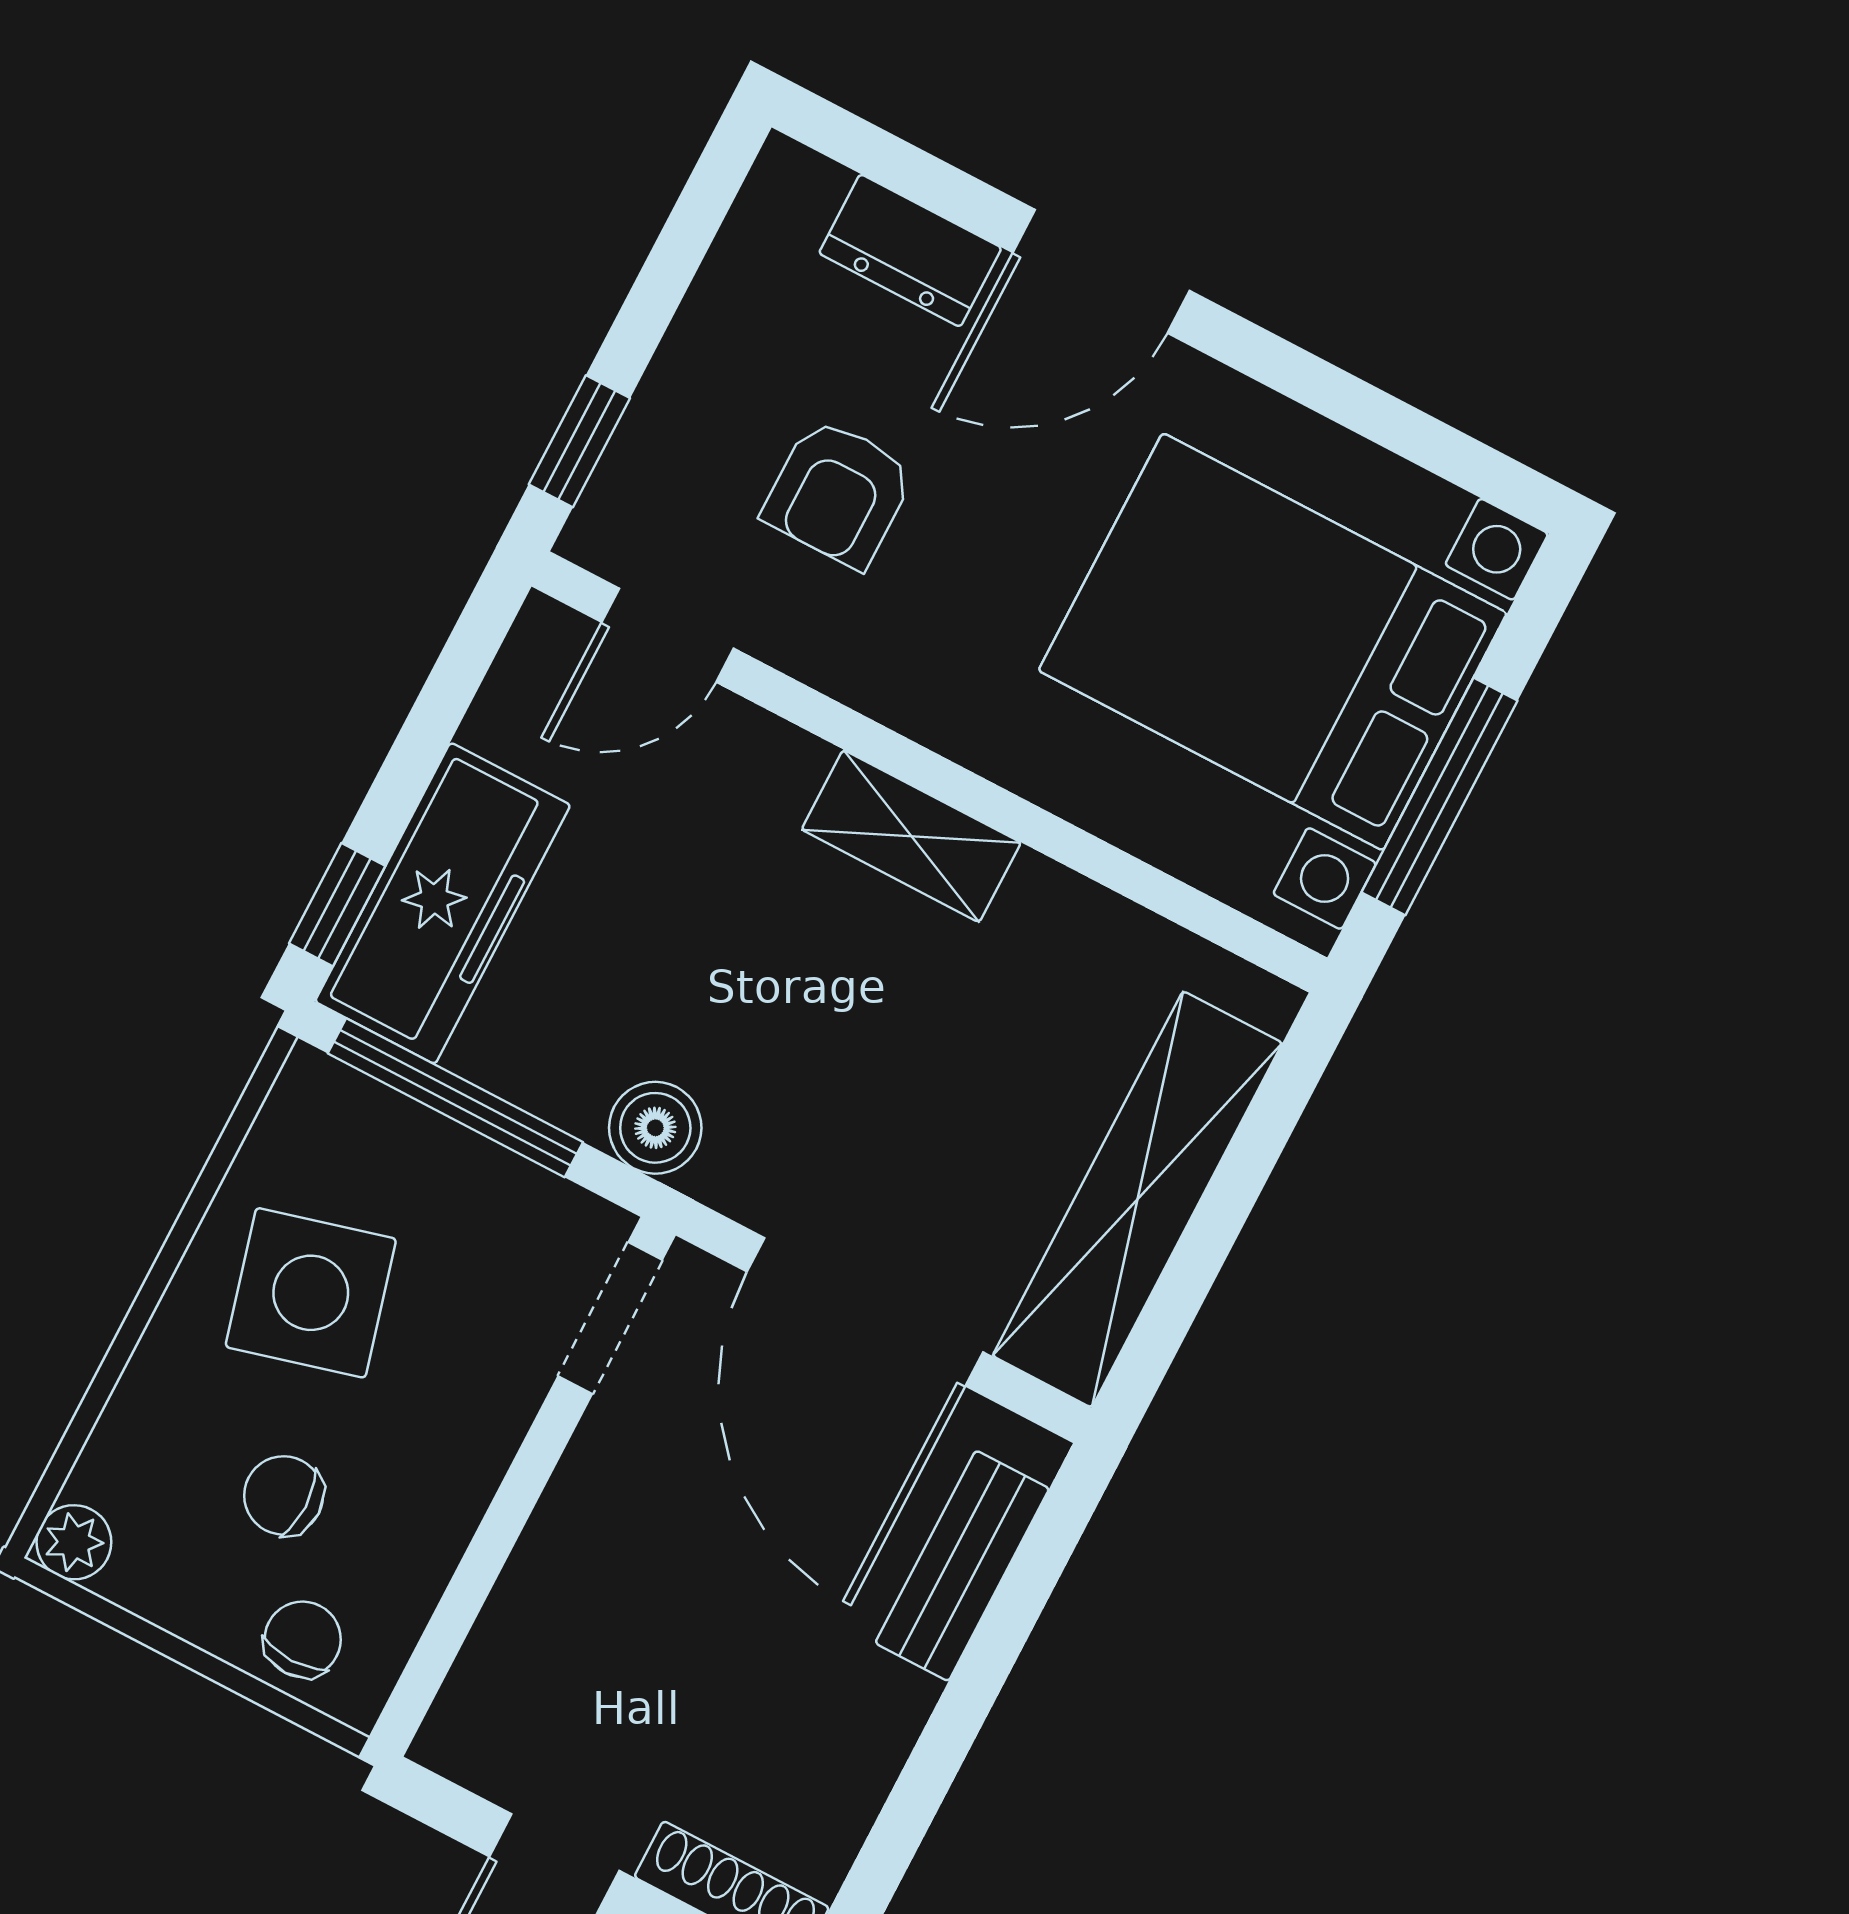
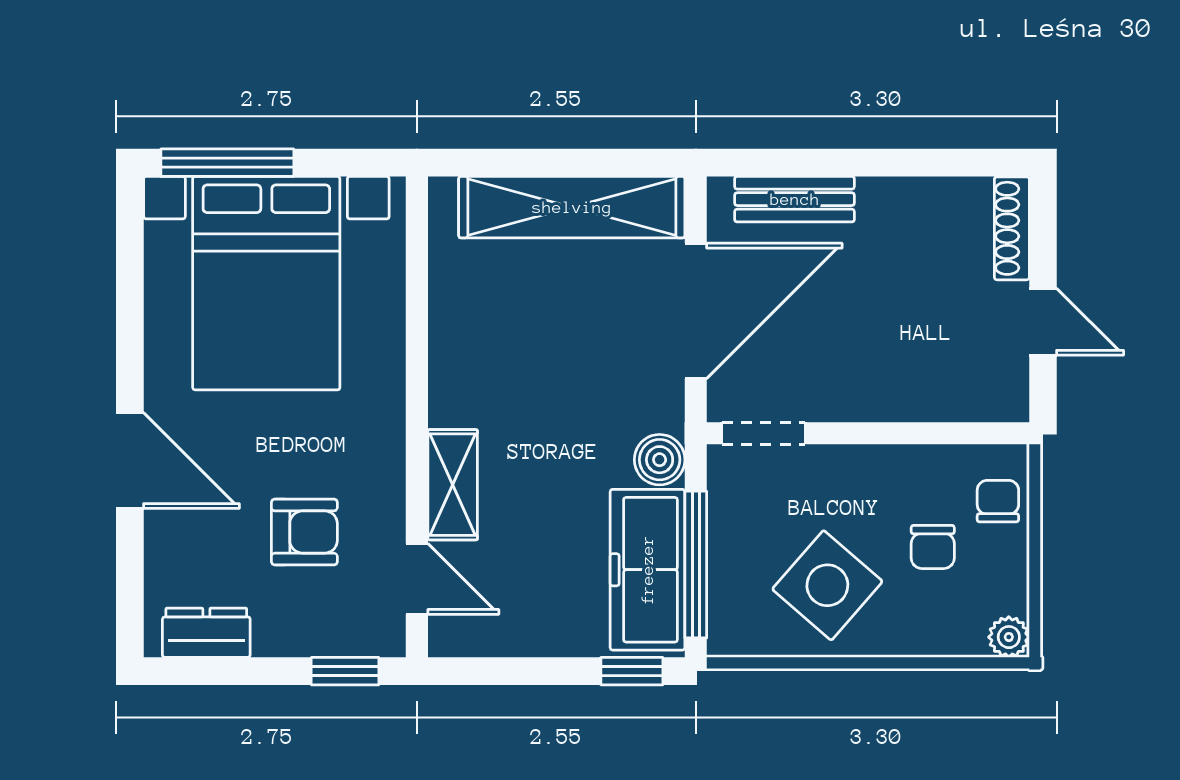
dresser: (910, 251) -> (206, 633), moved, turned -90
window: (1439, 796) -> (227, 163), moved
shelving: (911, 836) -> (453, 485), moved
freezer: (443, 903) -> (647, 570), moved, turned -90
side table: (311, 1293) -> (827, 585), turned -34
chair: (303, 1639) -> (998, 501), turned 90

